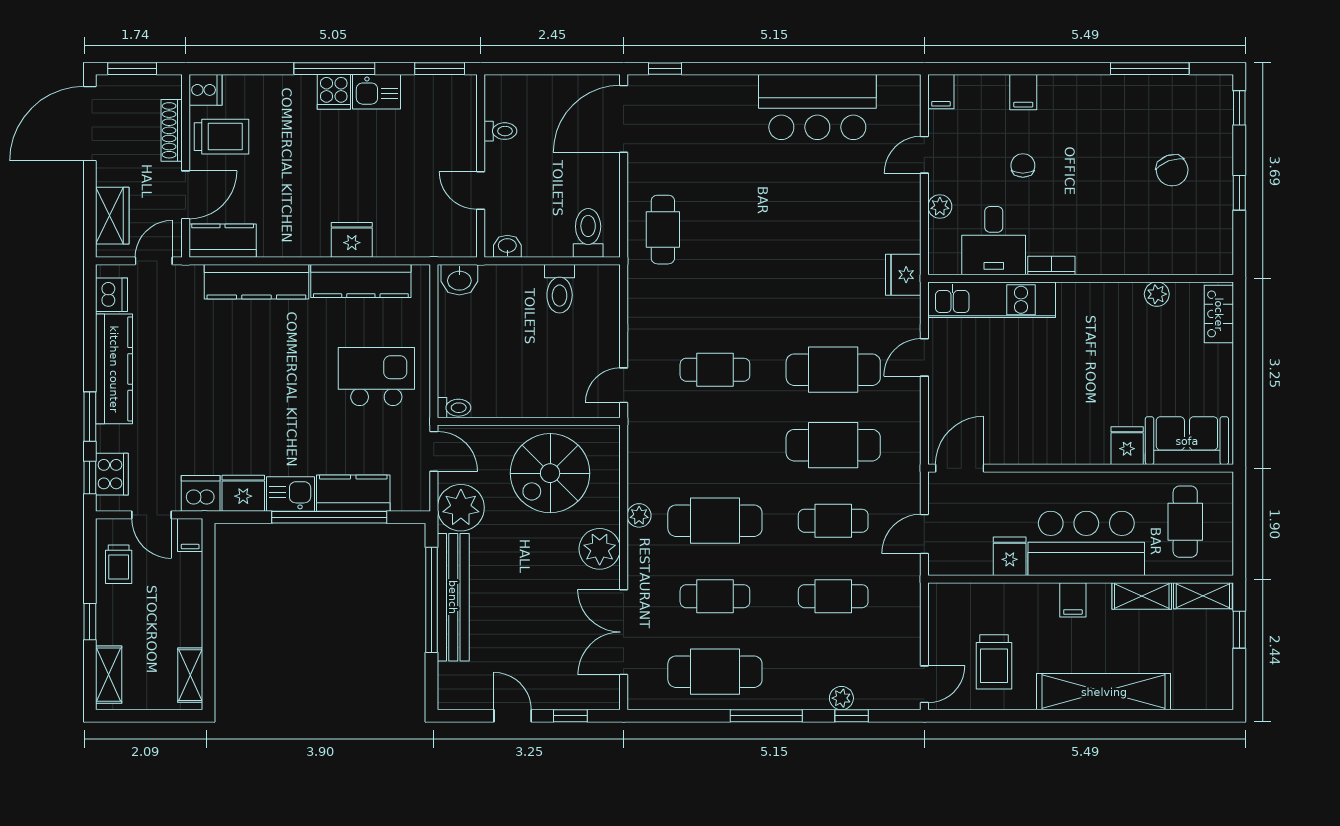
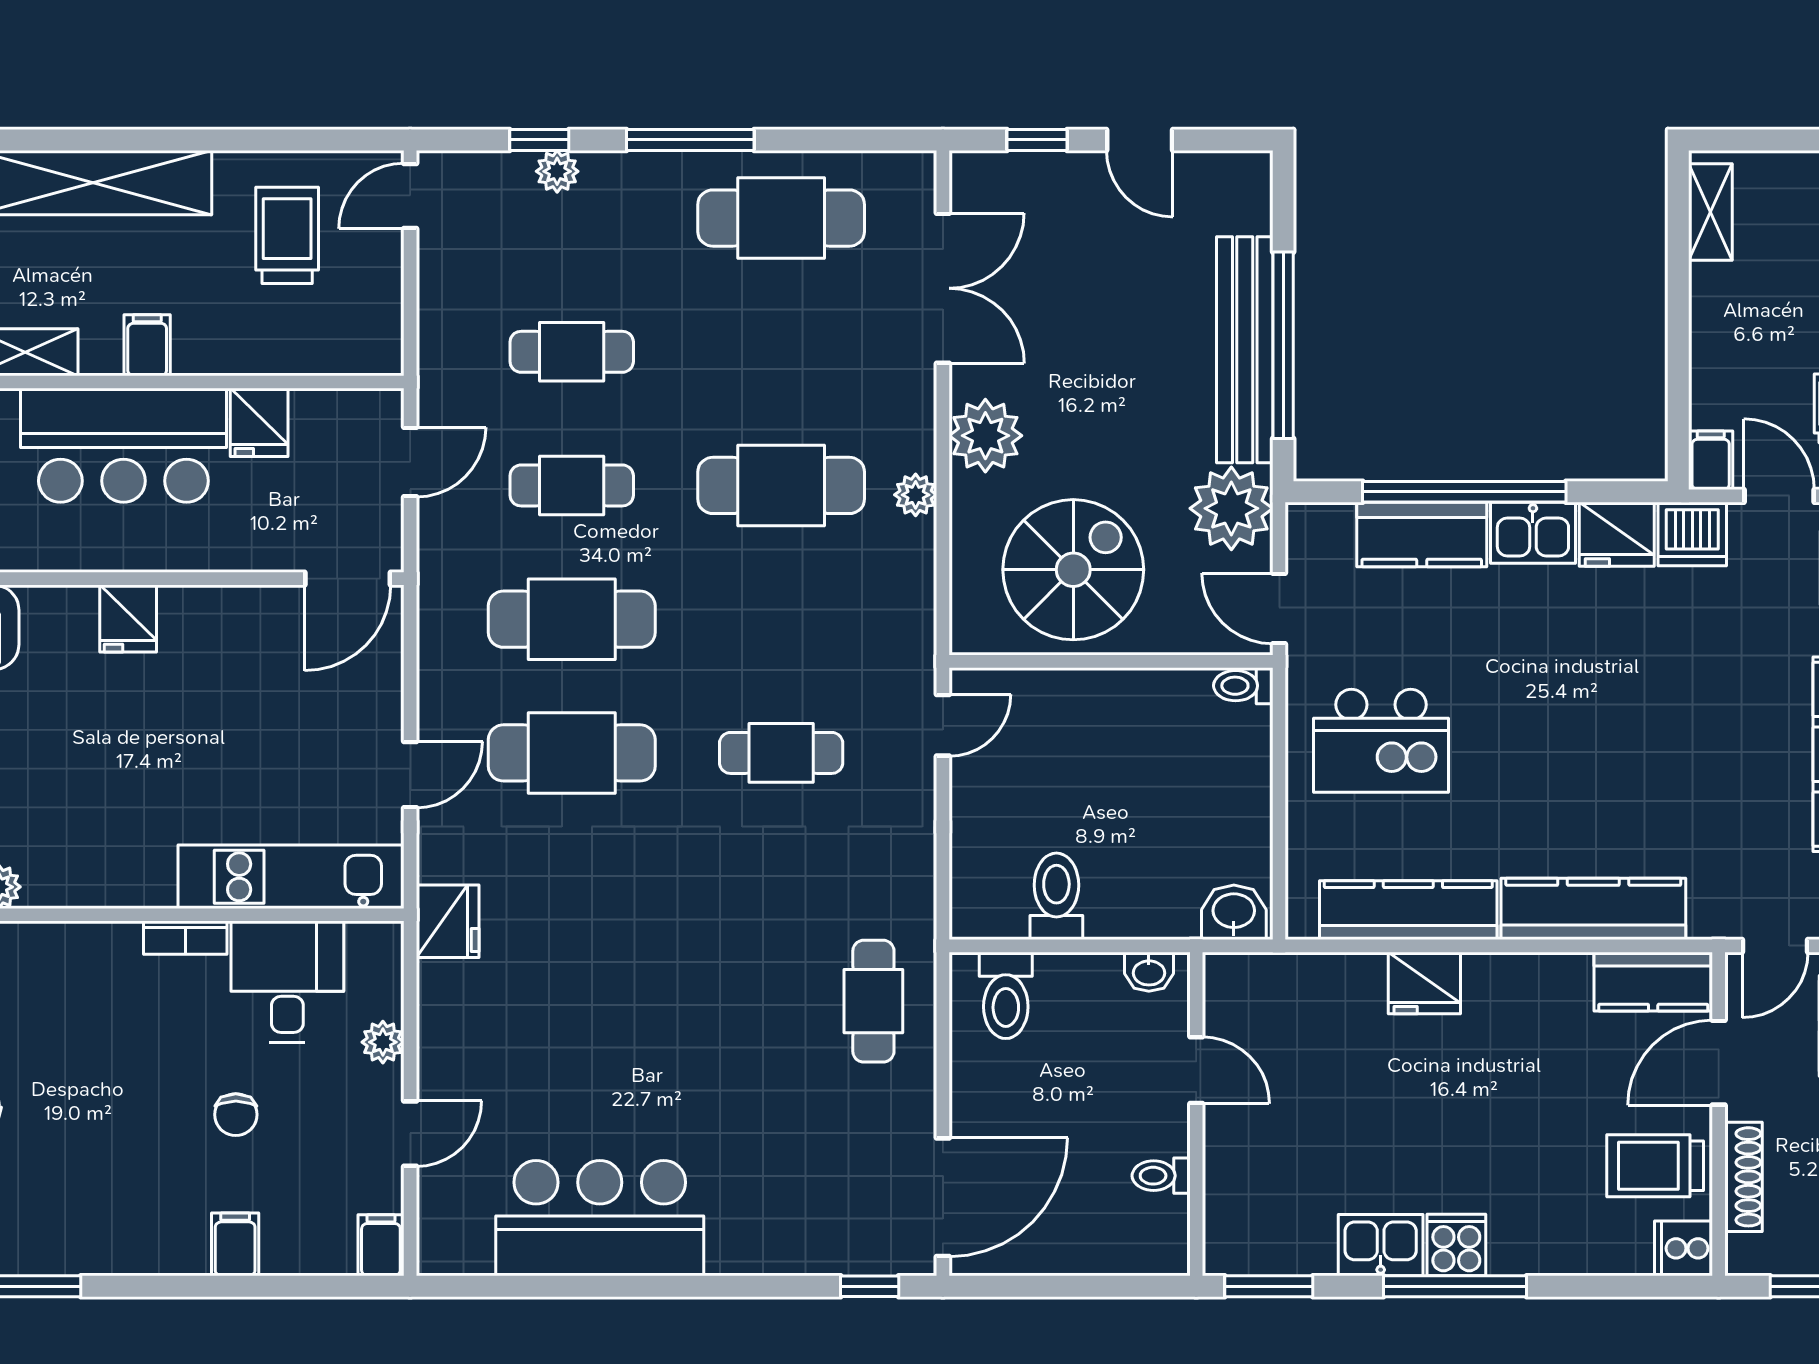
fridge: (1127, 446) -> (128, 619), moved
cafe table: (715, 596) -> (781, 352), removed

